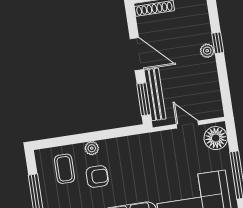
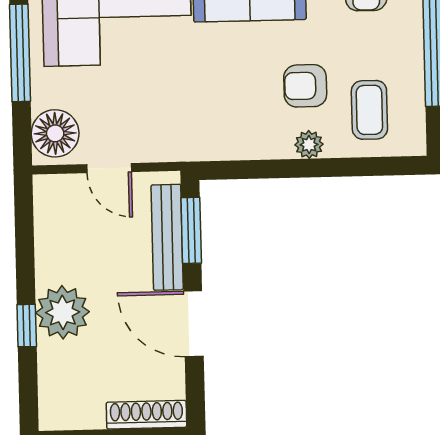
plant: (207, 51) -> (63, 312), width x1.88, depth x1.88

